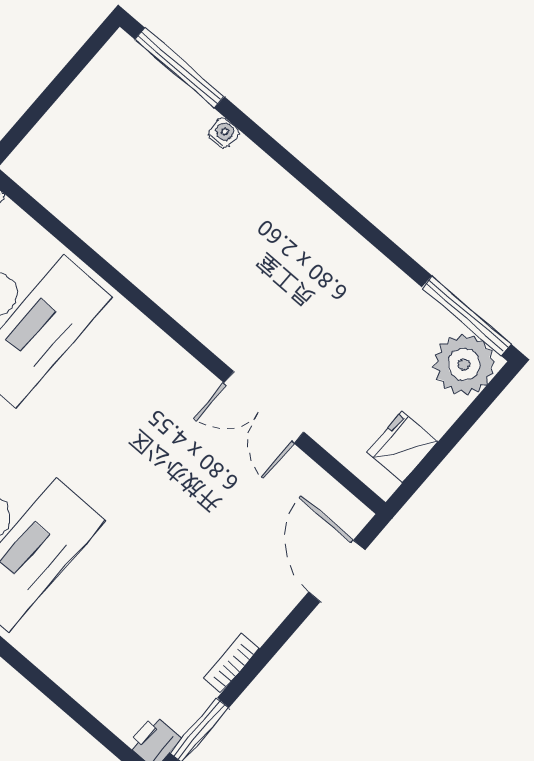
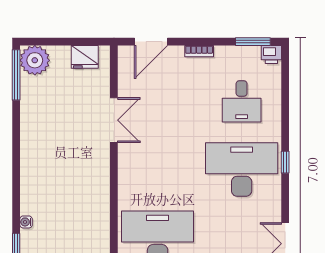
desk: (121, 632) -> (242, 101), added
bookcase: (231, 663) -> (199, 51), moved

